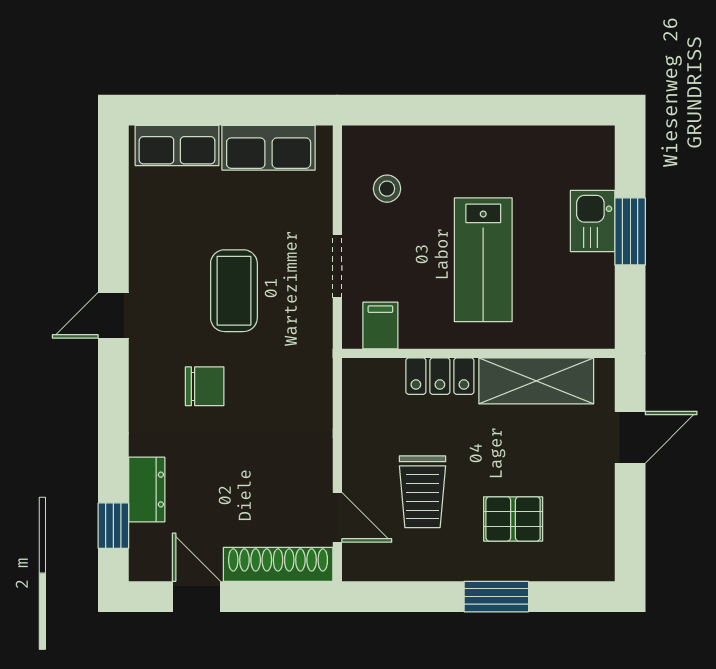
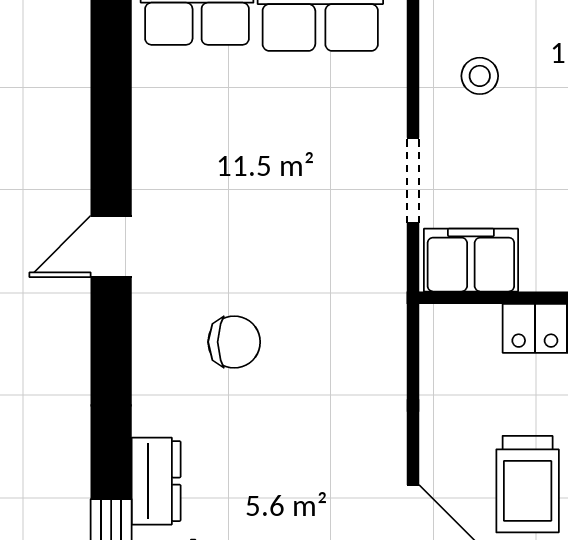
coffee table: (234, 291) -> (274, 213), removed
filing cabinet: (380, 325) -> (471, 260), width x2.00

